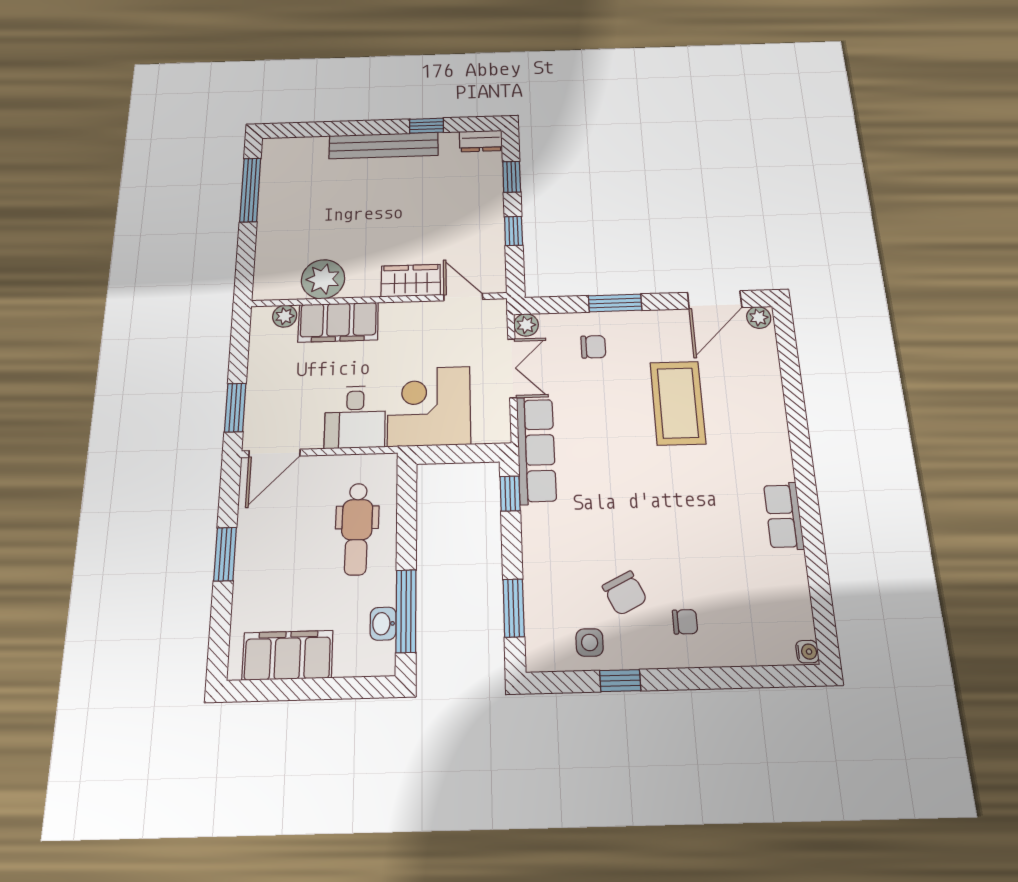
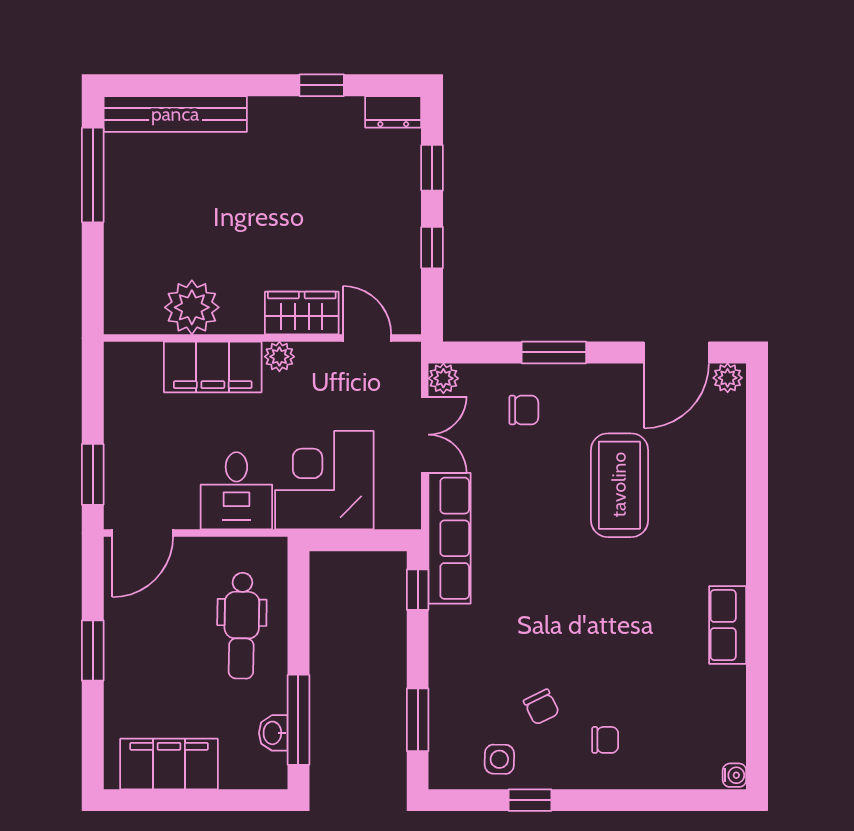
bench: (384, 145) -> (175, 114), moved
plant: (285, 316) -> (279, 357), moved
chair: (625, 593) -> (541, 707), width x0.73, depth x0.73

